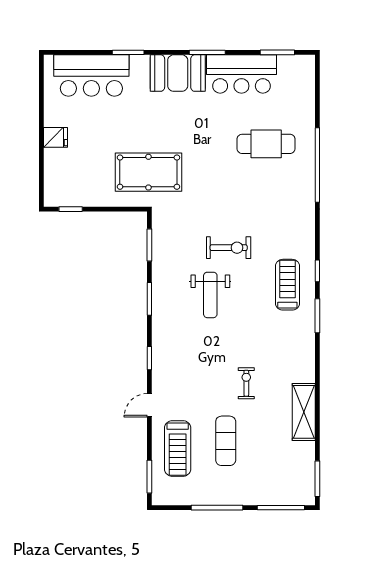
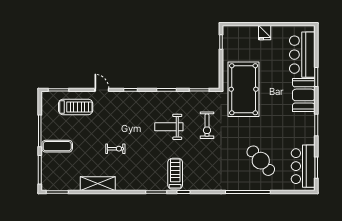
booth: (178, 73) -> (304, 95), moved
bar counter: (241, 74) -> (303, 166), moved
cafe table: (266, 144) -> (261, 161), turned -41
pool table: (148, 172) -> (244, 89), width x1.36, depth x1.32
exercise bike: (229, 248) -> (207, 125), moved
treadmill: (287, 285) -> (175, 174), turned -90
exercise mat: (226, 441) -> (57, 146), moved
treadmill: (178, 448) -> (76, 107), turned 180

